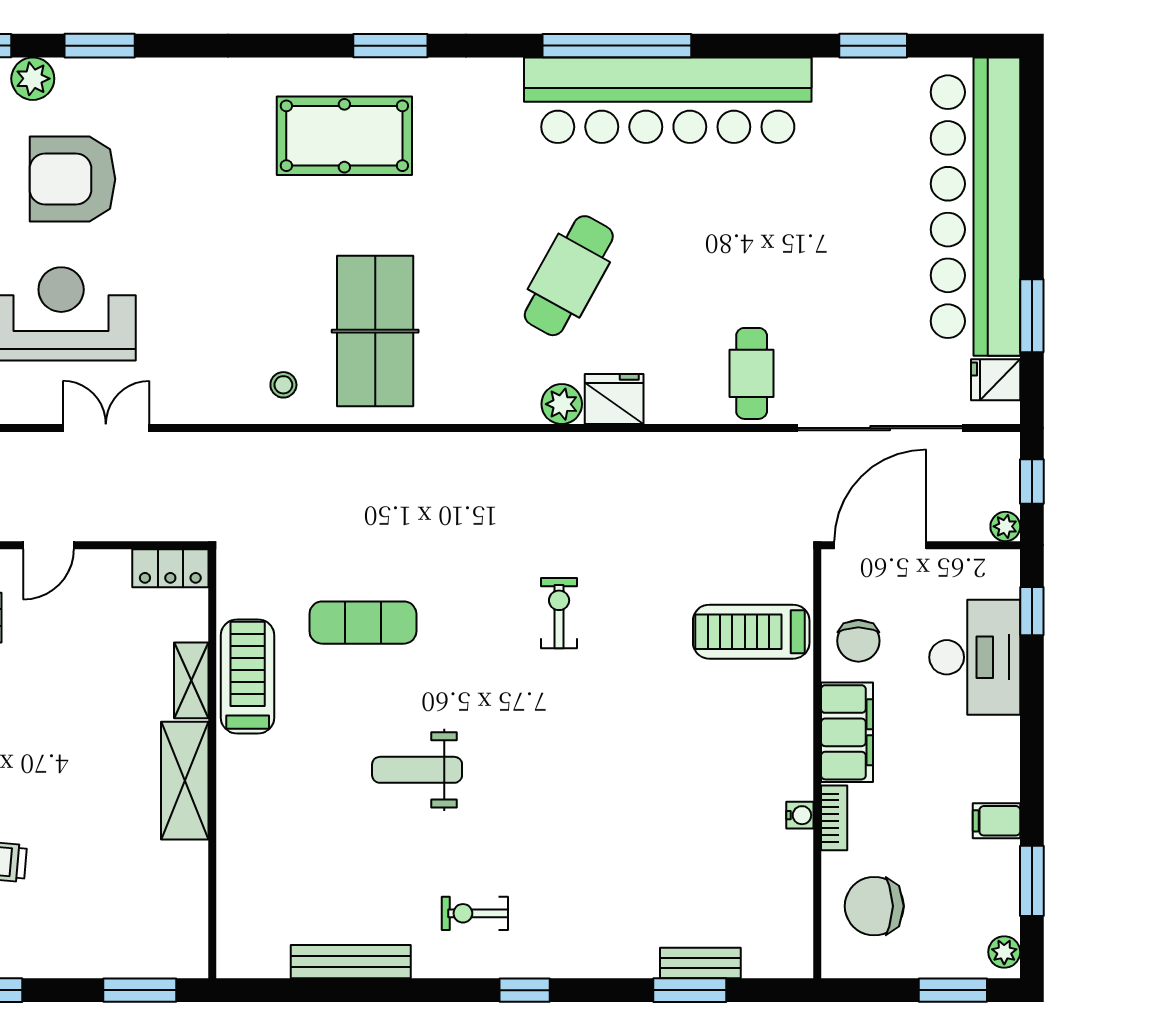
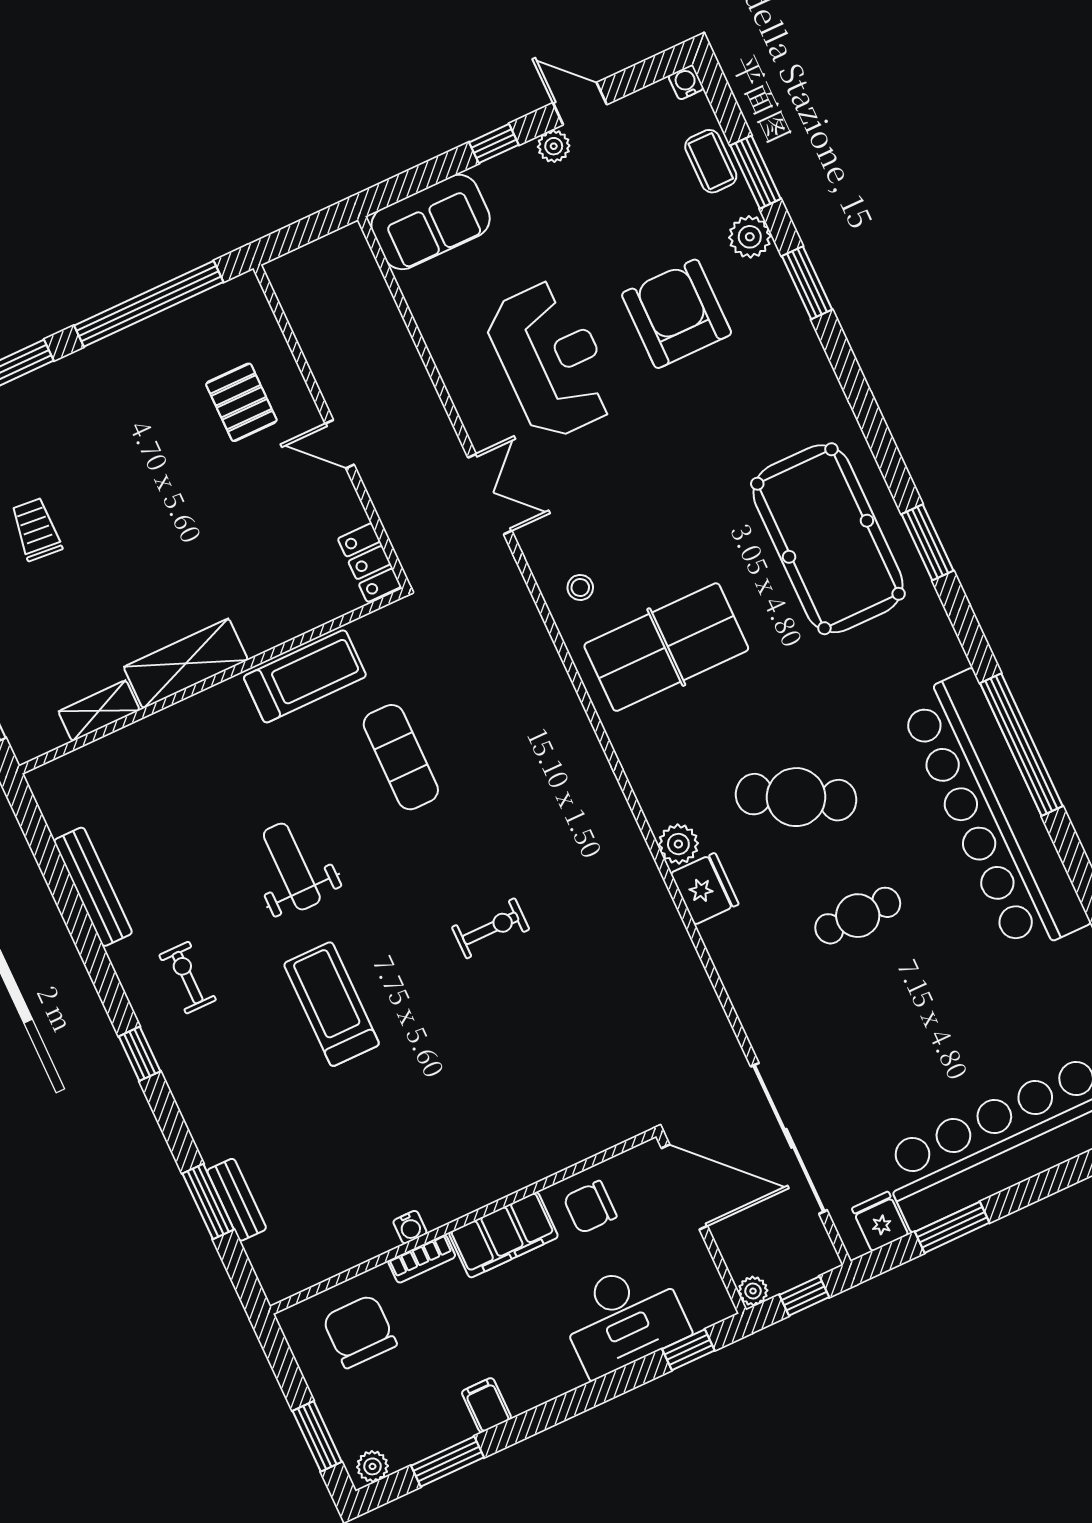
pool table: (344, 136) -> (828, 539), width x1.36, depth x1.32
cafe table: (752, 373) -> (858, 916), moved
double door: (106, 428) -> (490, 494), moved
treadmill: (751, 632) -> (332, 1004), moved
shelving: (191, 680) -> (99, 711), moved

